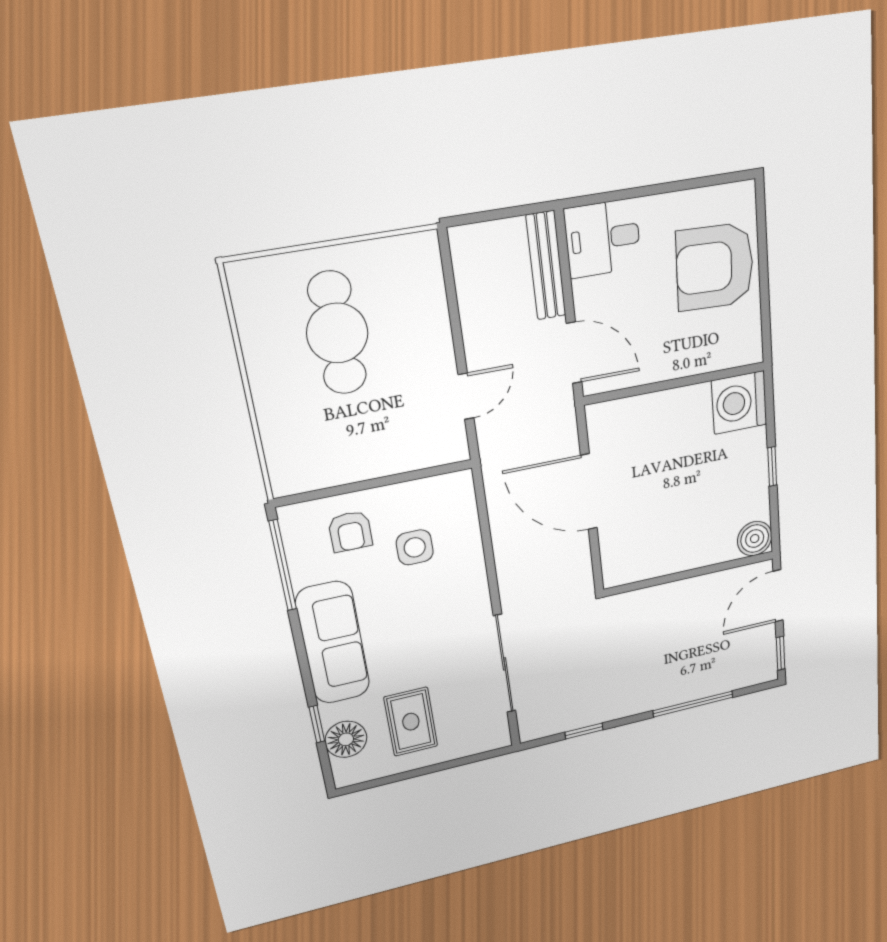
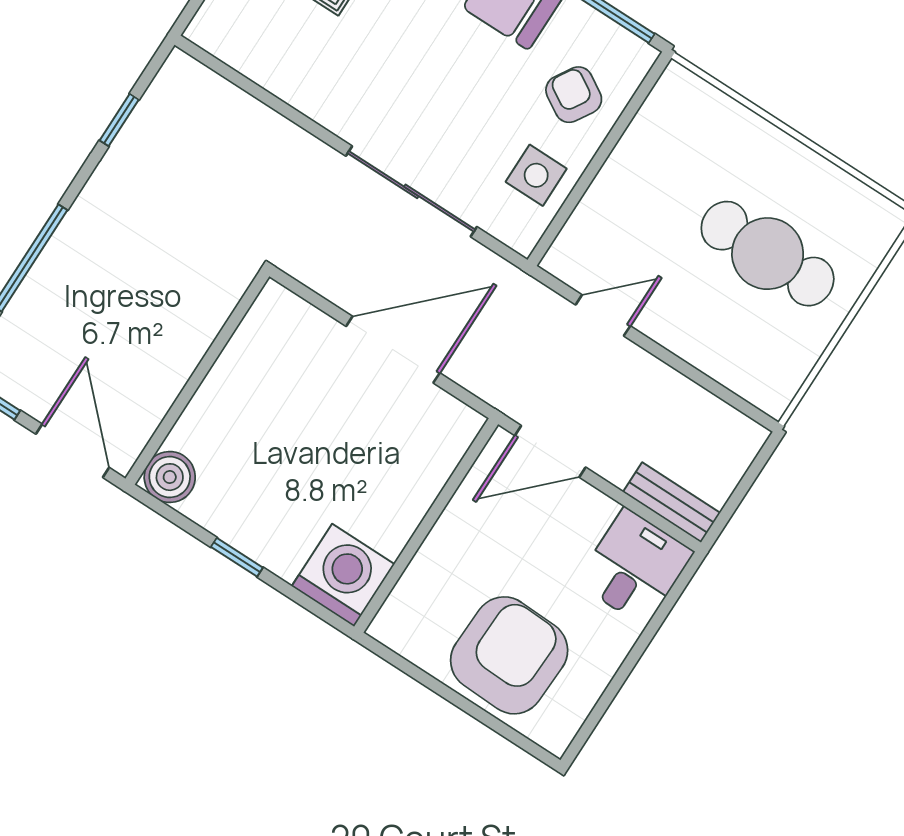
bench: (546, 266) -> (672, 502), width x0.73
door: (466, 396) -> (603, 315), swing flipped
armchair: (350, 531) -> (574, 95), turned 31
side table: (415, 547) -> (536, 175), moved
sliding door: (504, 664) -> (411, 191), moved

